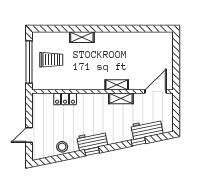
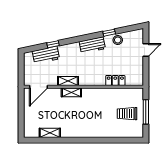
shelving: (82, 37) -> (50, 133), moved
window: (29, 62) -> (146, 112), width x0.68
window: (92, 151) -> (109, 33), moved

